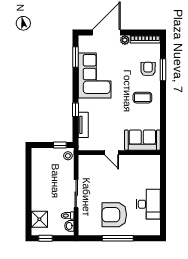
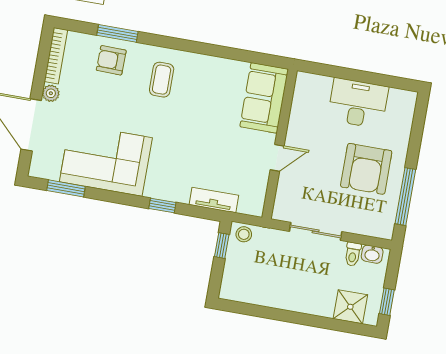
tv unit: (83, 125) -> (214, 200), moved
sofa: (142, 140) -> (264, 98), moved
door: (112, 153) -> (277, 158), moved
wall: (119, 153) -> (280, 144), moved
window: (118, 238) -> (405, 197), moved

